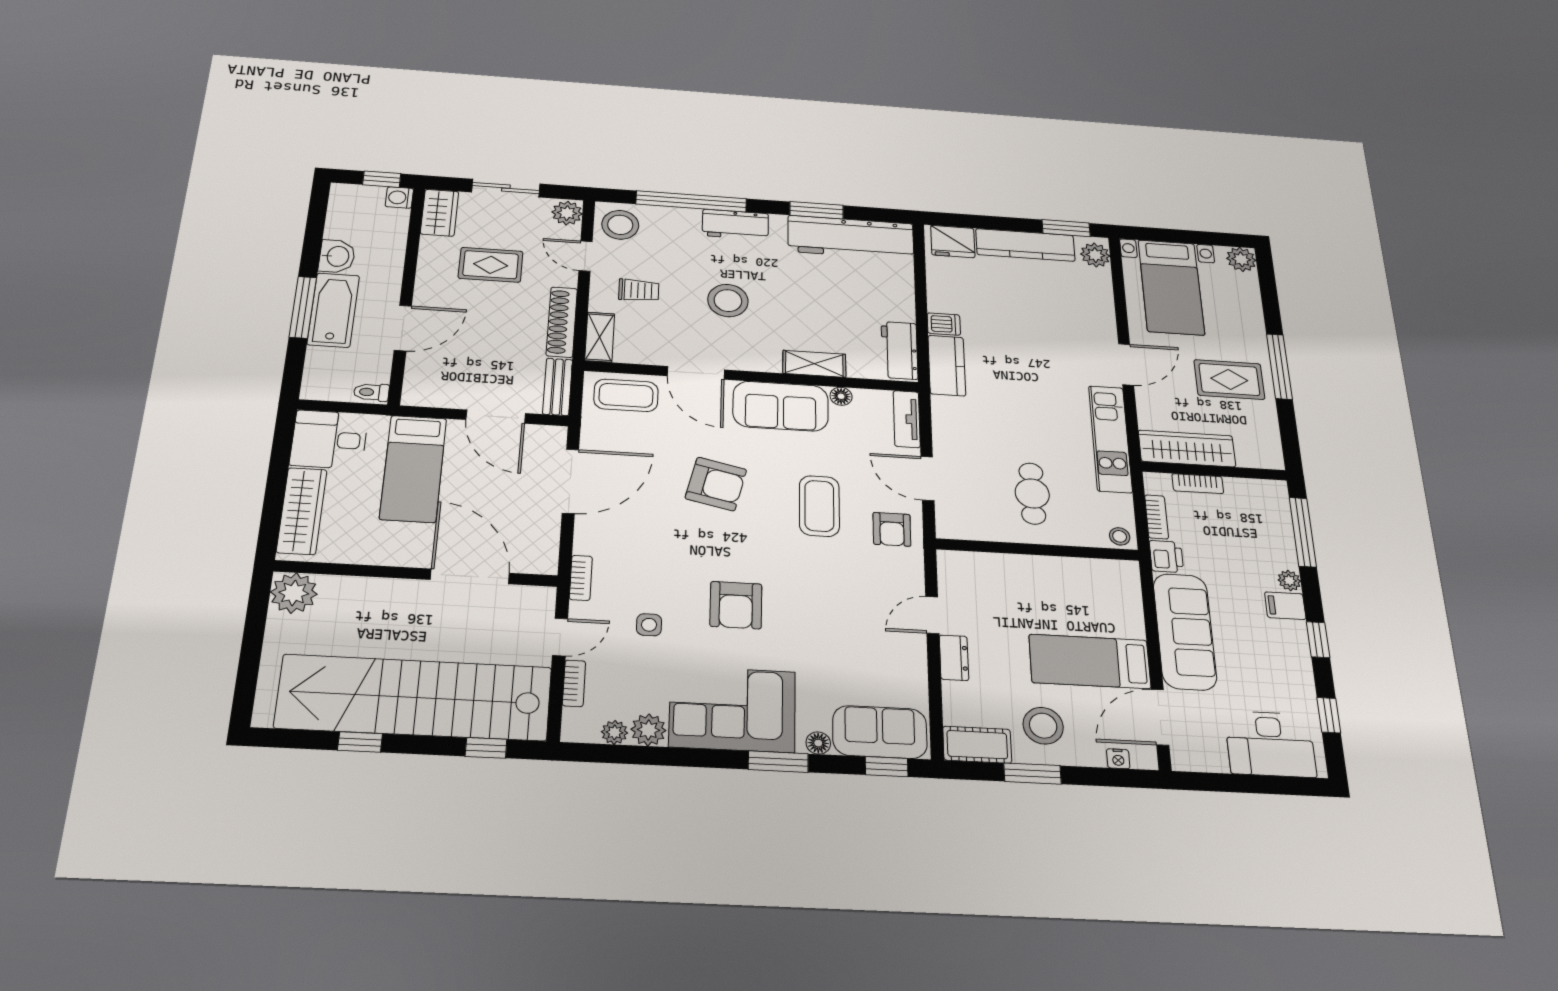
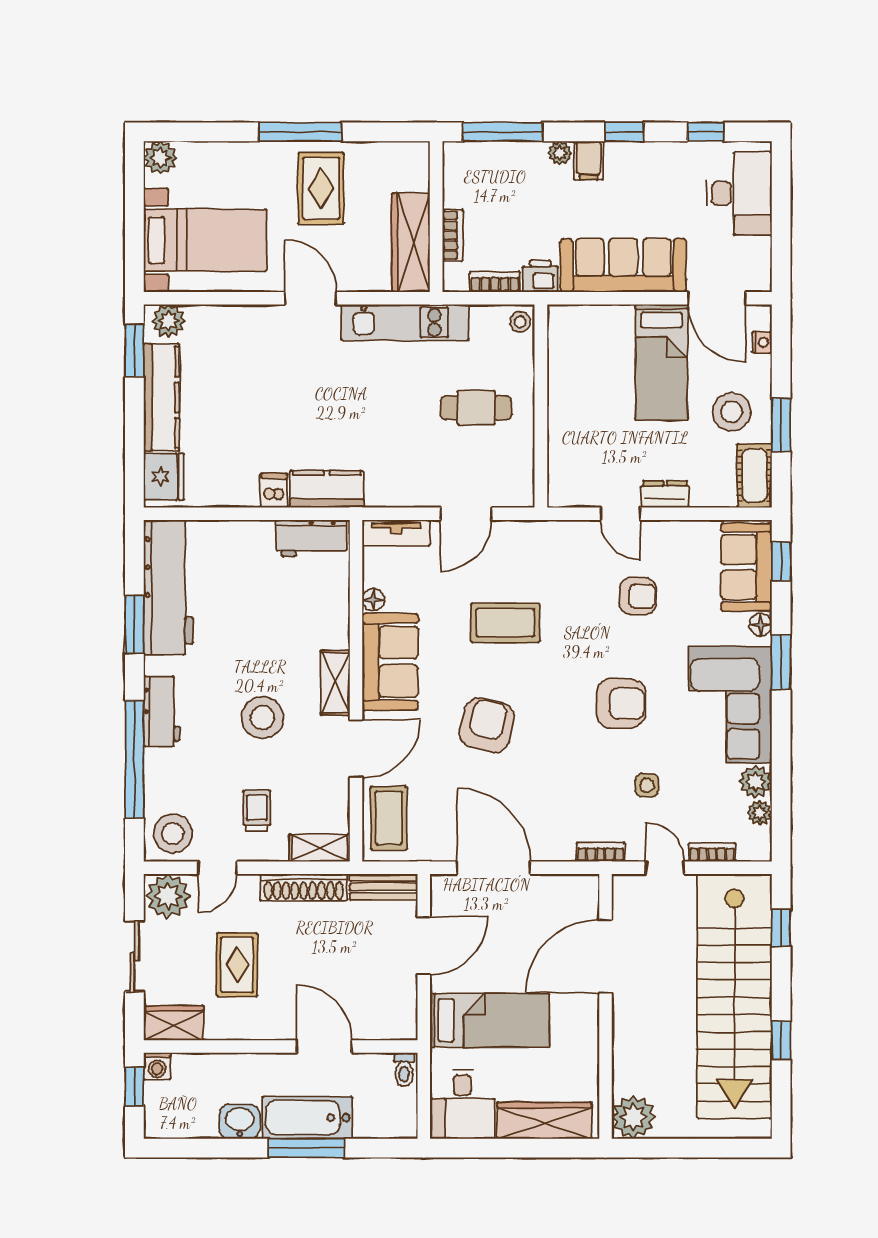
plant: (567, 213) -> (168, 896), width x1.36, depth x1.36
shelving: (814, 364) -> (335, 683), moved
armchair: (892, 529) -> (638, 596), moved

